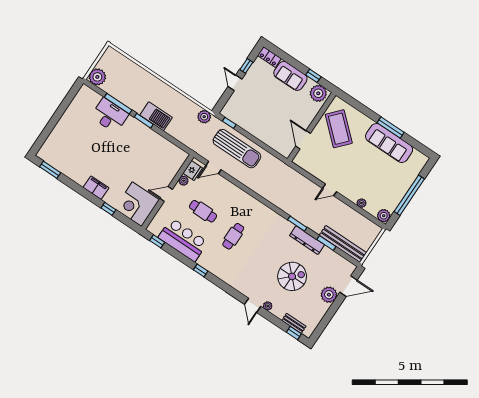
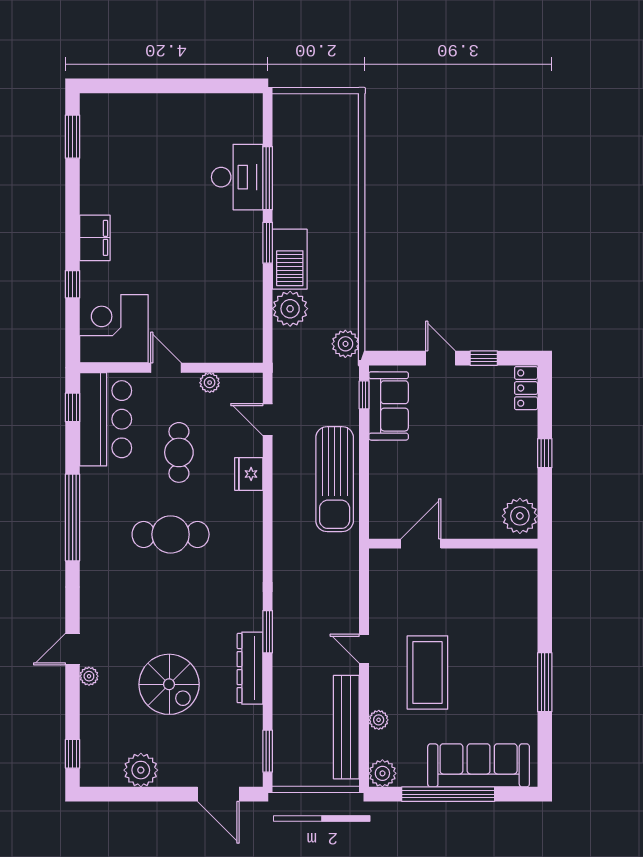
sofa: (290, 76) -> (389, 406), moved, turned 180
window: (313, 76) -> (545, 453), moved
plant: (97, 77) -> (290, 309), moved
door: (235, 83) -> (441, 358), hinge flipped
coffee table: (339, 129) -> (427, 673), moved, turned -42
sofa: (389, 143) -> (479, 765), moved, turned 90
sun lounger: (237, 149) -> (335, 479), moved
fridge: (193, 171) -> (249, 474), moved, turned 90
cafe table: (233, 236) -> (171, 534), width x1.37, depth x1.35
bar counter: (183, 240) -> (106, 419), moved
window: (326, 243) -> (268, 751), moved
bench: (343, 244) -> (346, 727), moved
window: (201, 270) -> (73, 518), width x3.17
plant: (329, 295) -> (141, 770), moved
bench: (294, 323) -> (89, 742), removed

